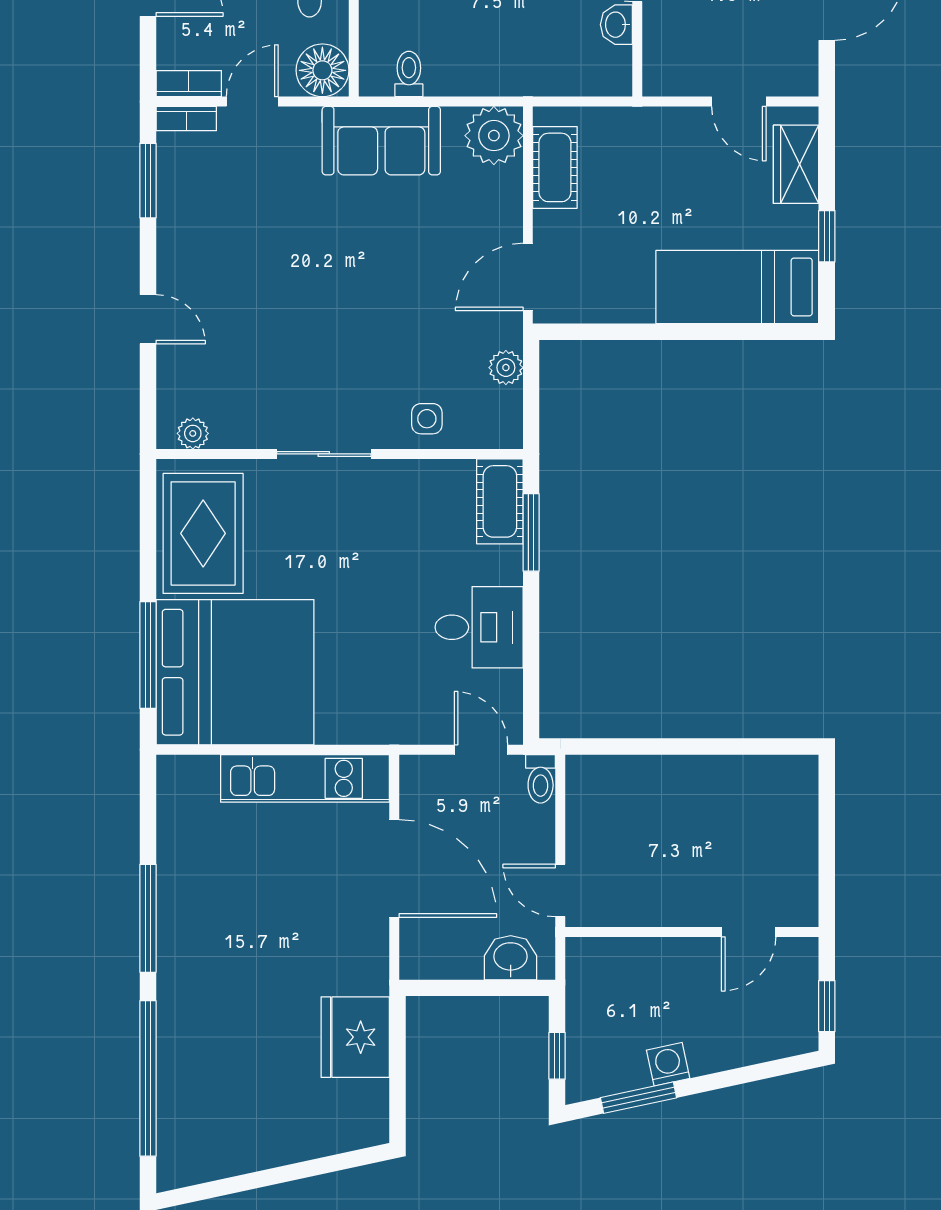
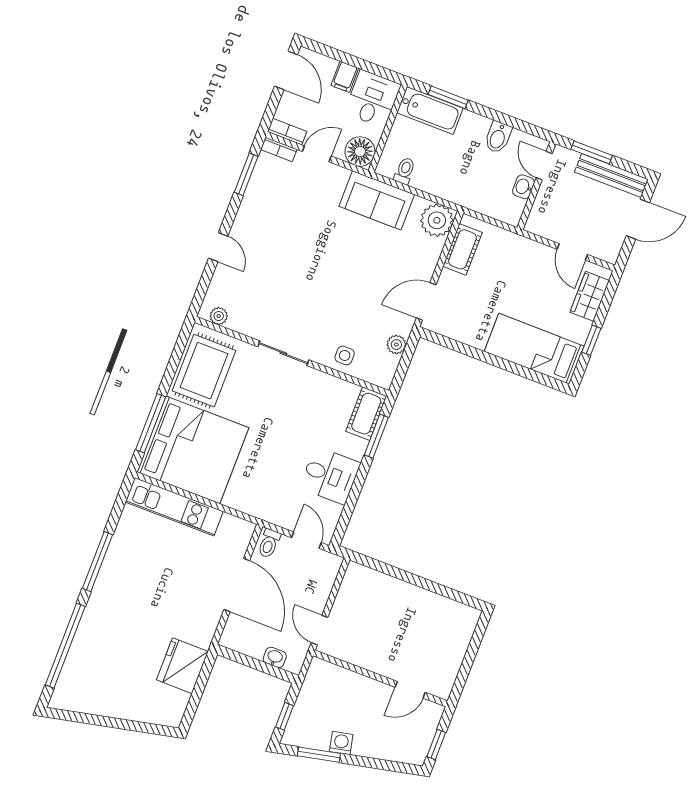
kitchen unit: (305, 778) -> (174, 507), moved
toilet: (541, 779) -> (269, 543), moved
washbasin: (511, 958) -> (275, 657), width x0.72, depth x0.69

